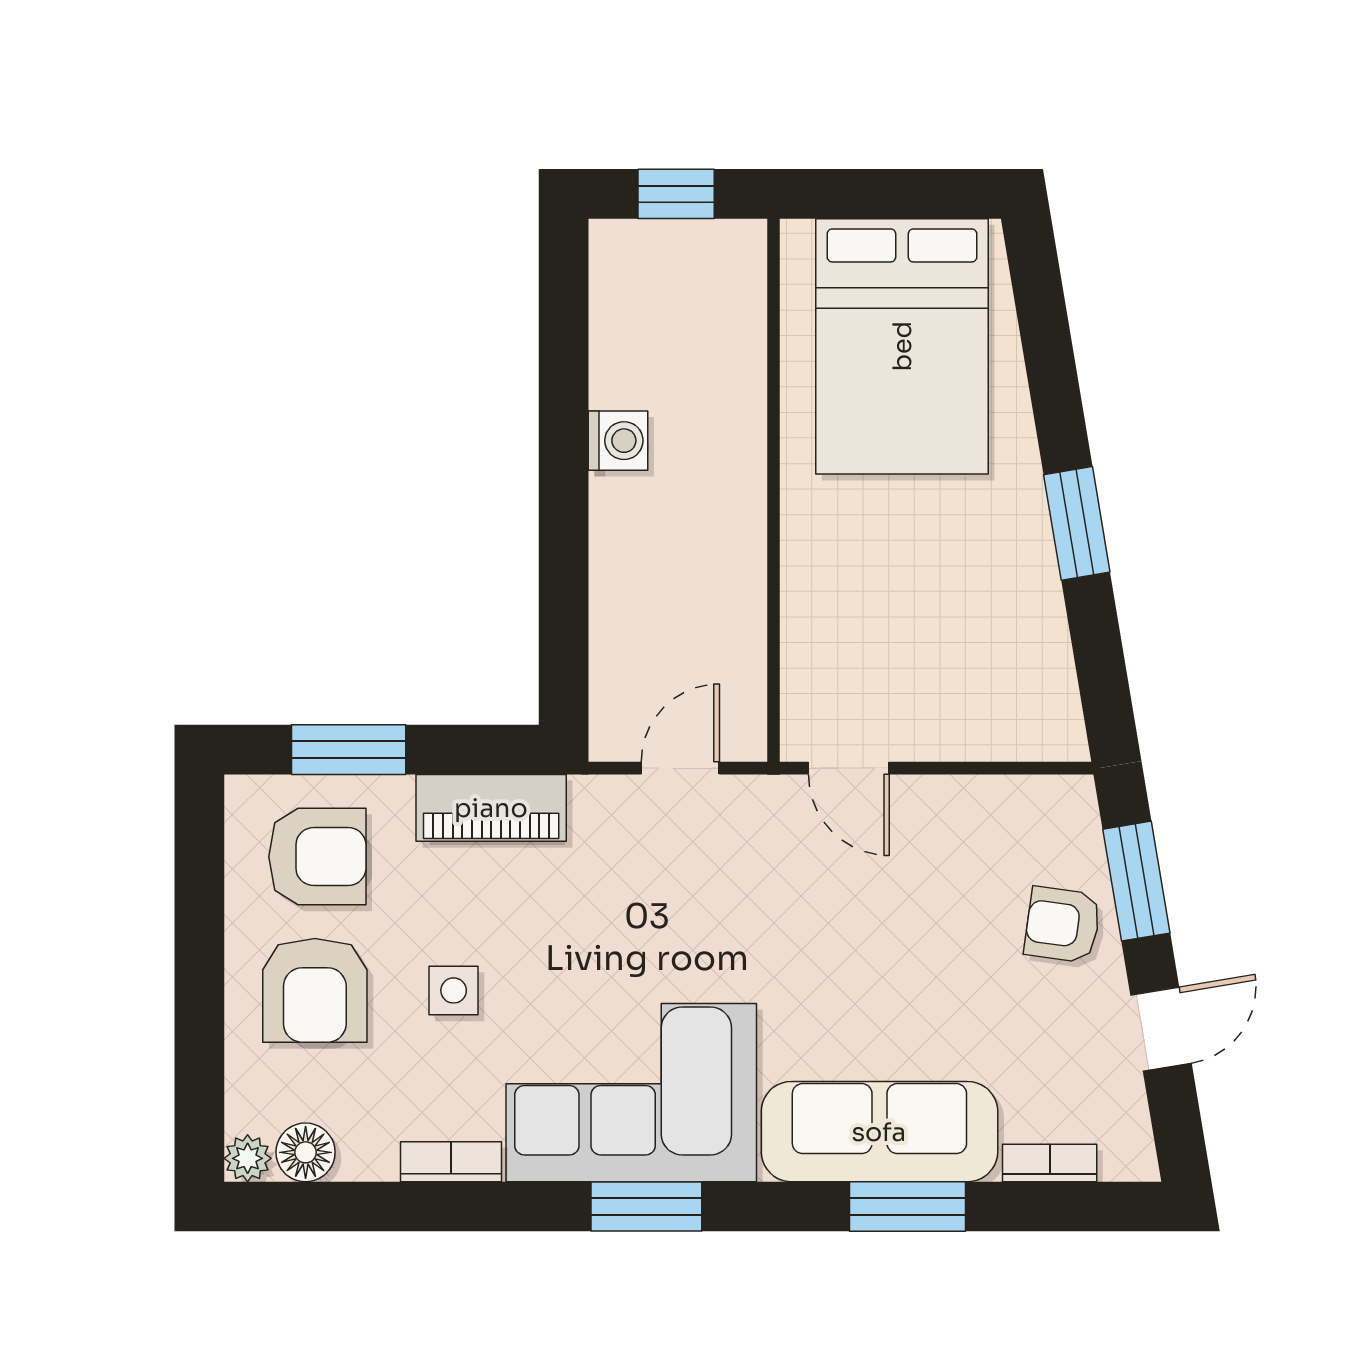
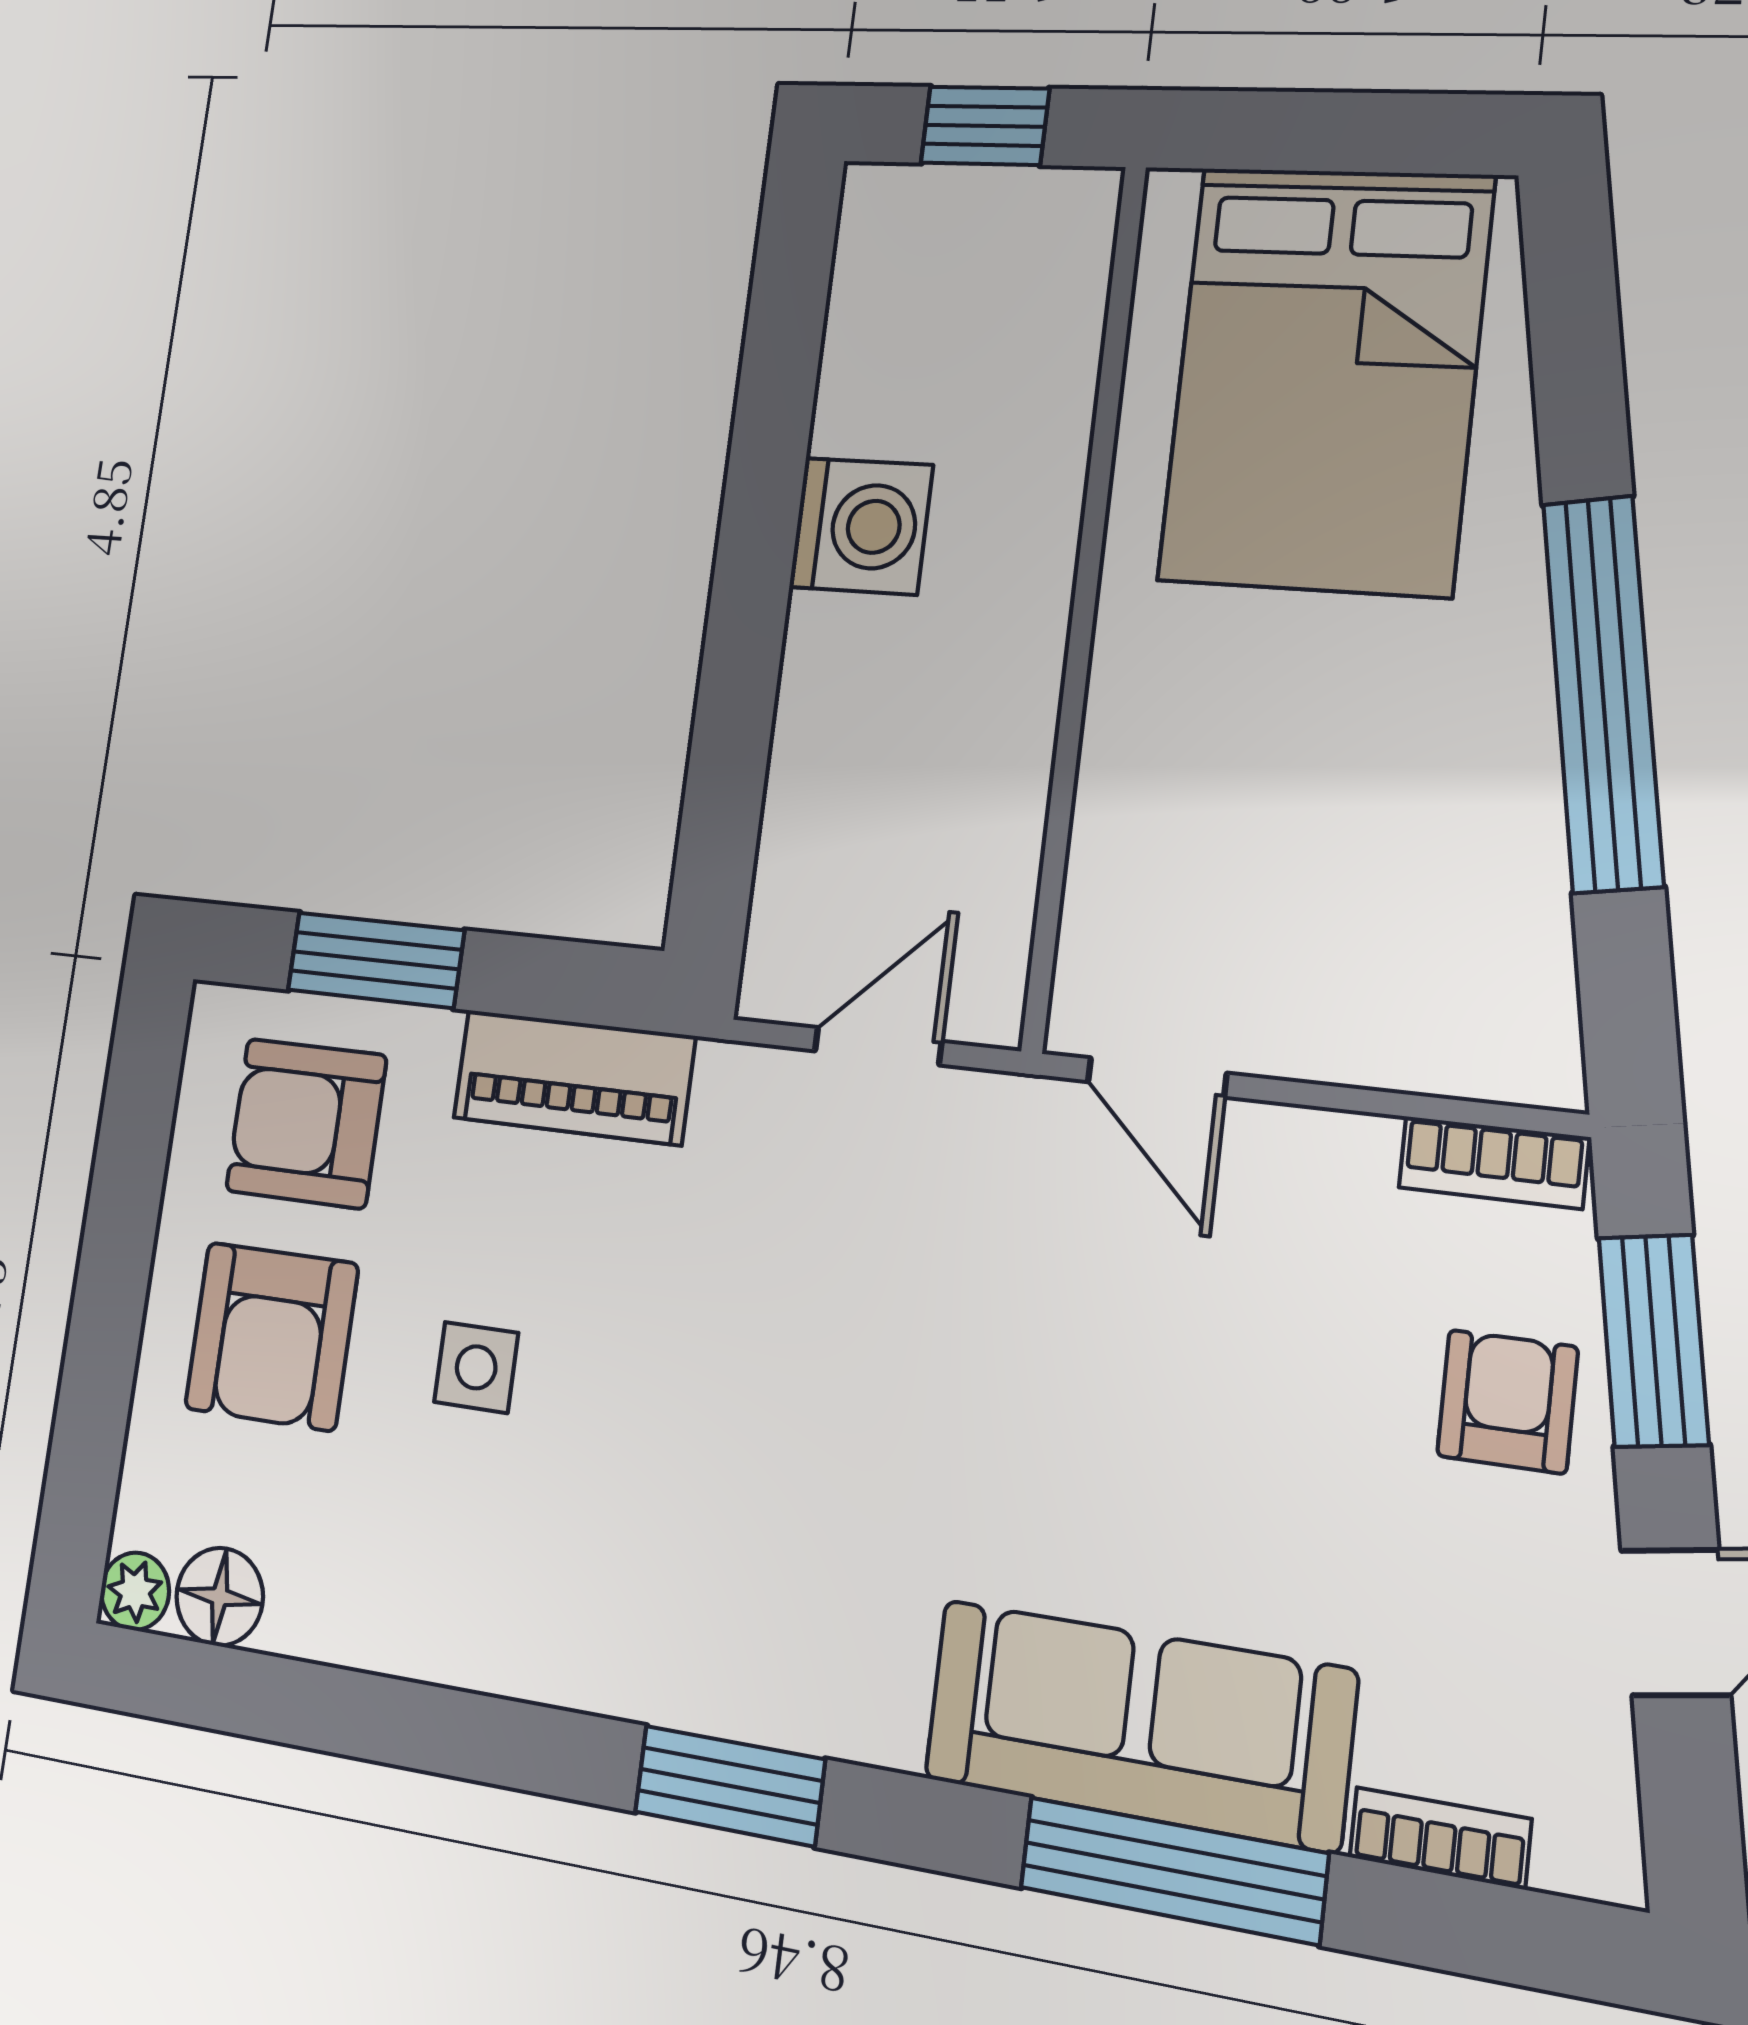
washing machine: (618, 441) -> (861, 526), width x1.38, depth x1.38
window: (1077, 523) -> (1603, 693), width x2.11
armchair: (317, 857) -> (306, 1123), turned 180
armchair: (1063, 925) -> (1507, 1402), turned 82
corner sofa: (631, 1093) -> (730, 1584), removed
bookcase: (451, 1162) -> (1493, 1162), moved, turned 180
window: (908, 1207) -> (1173, 1871), width x1.44

